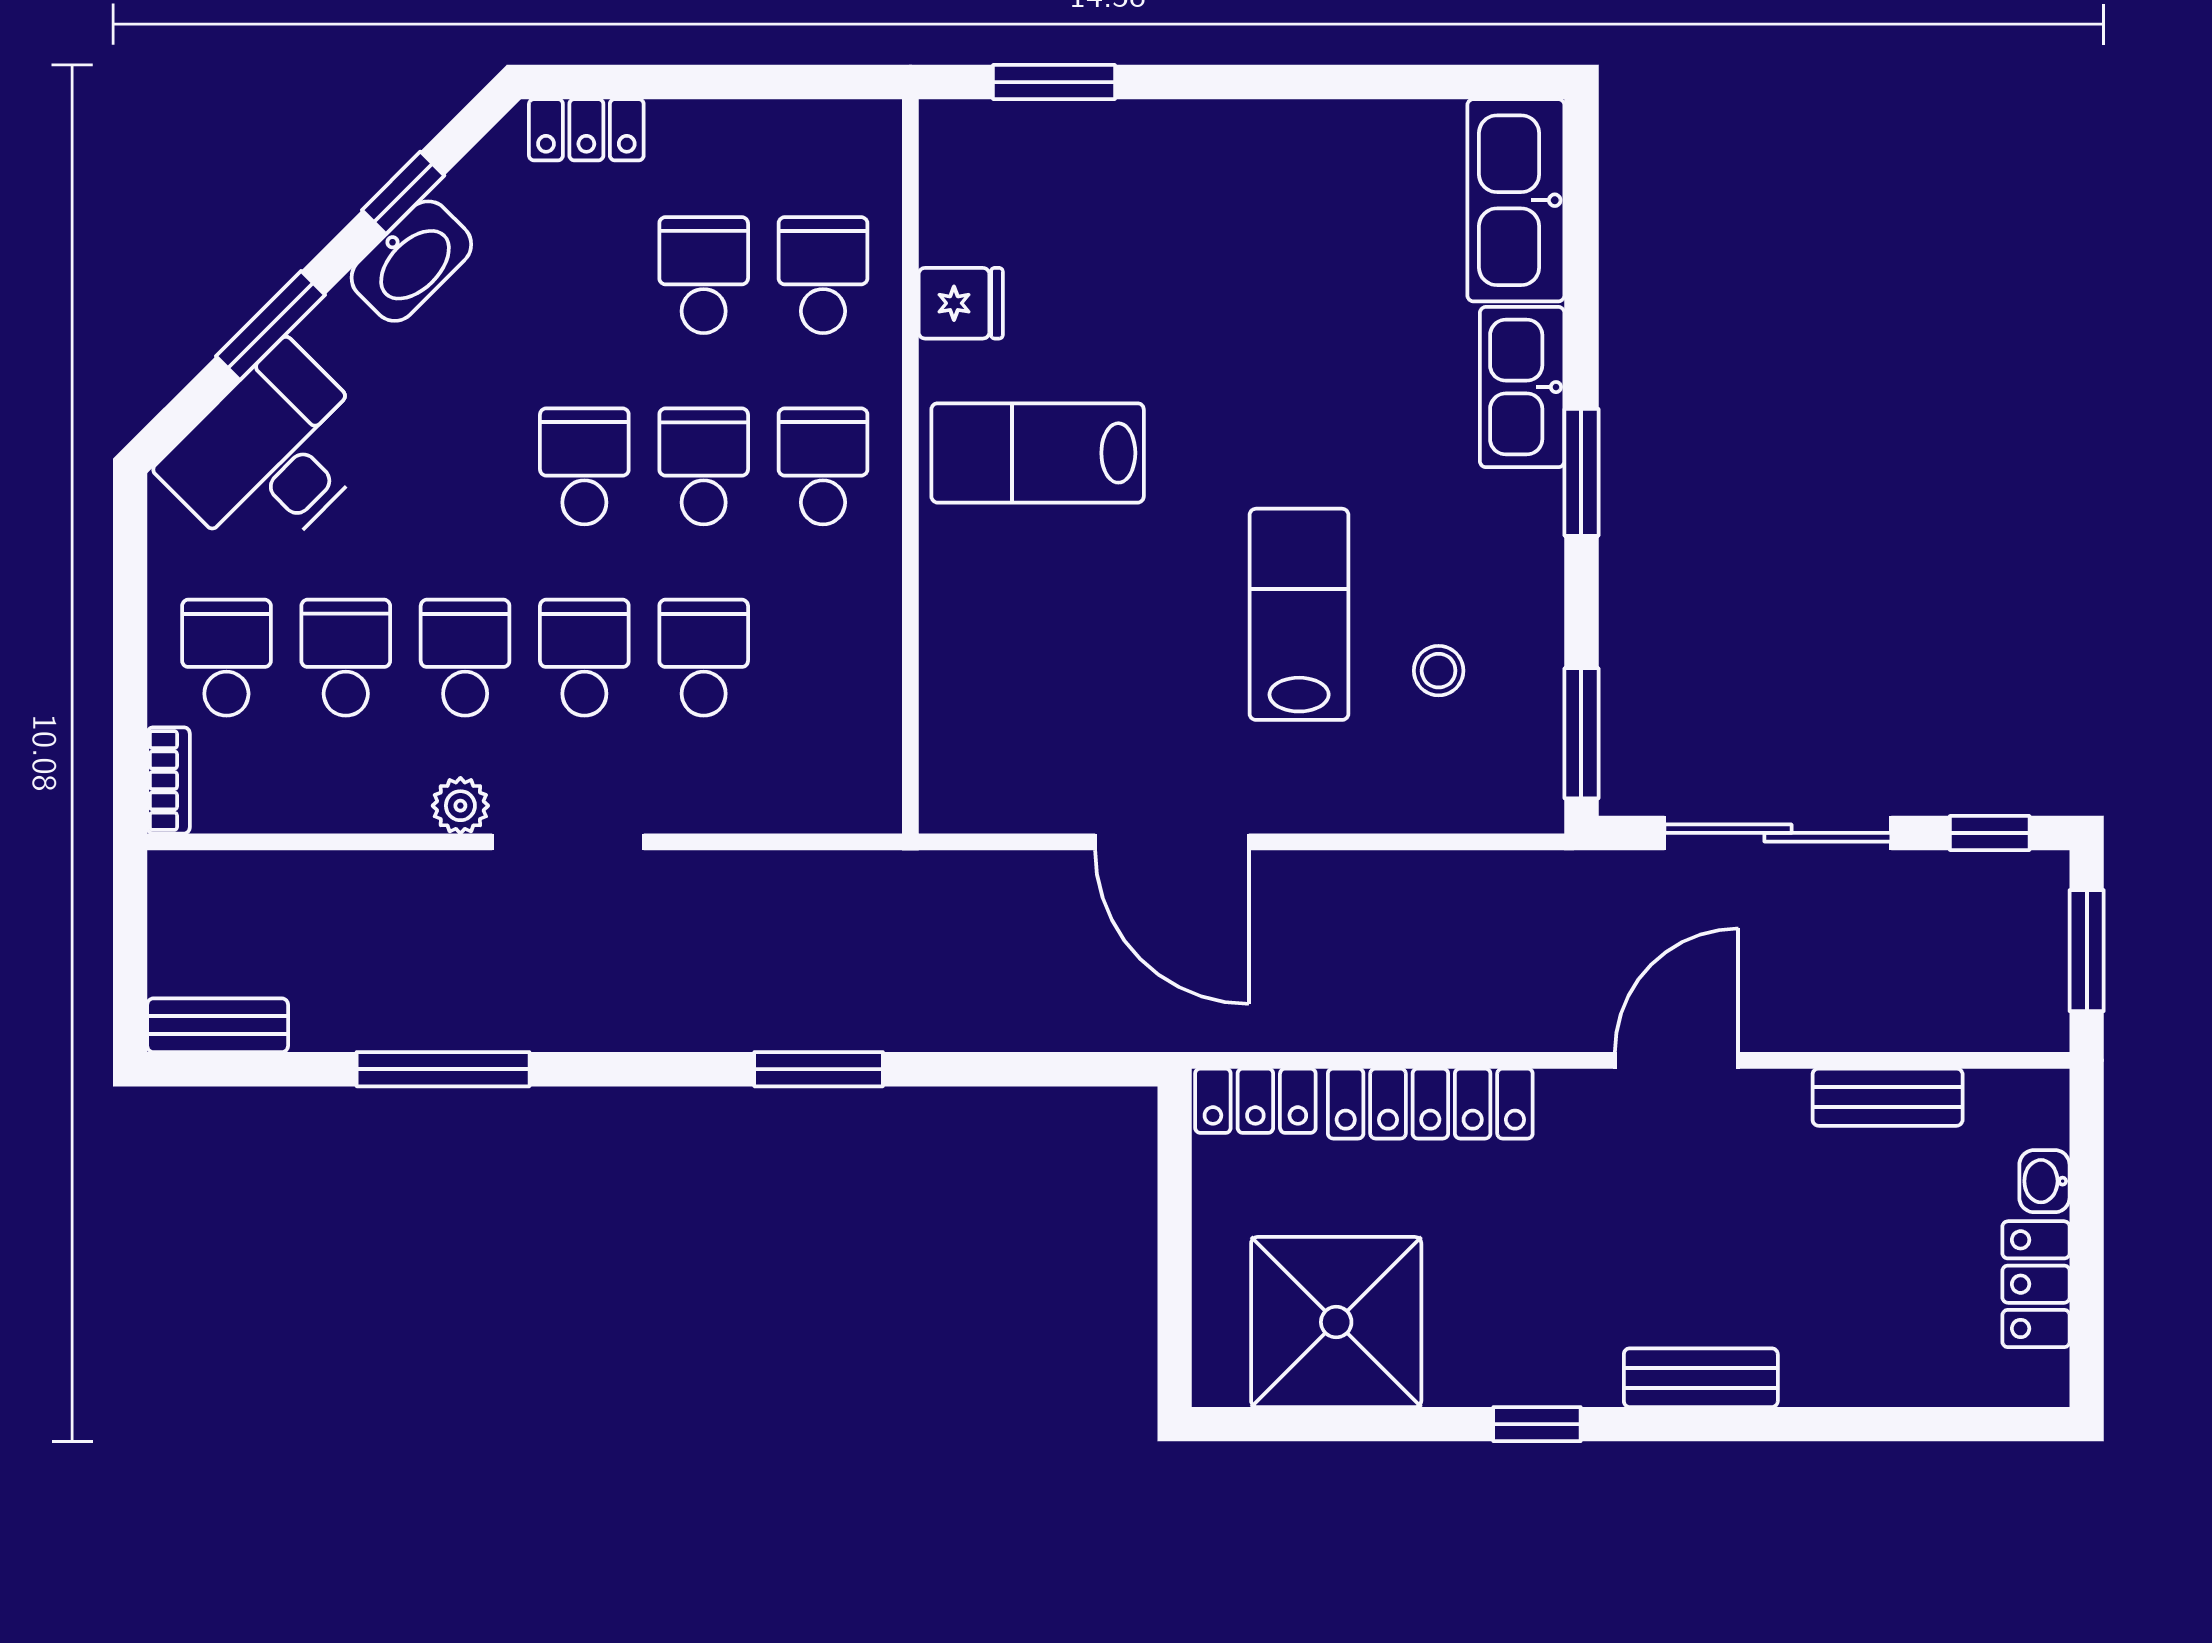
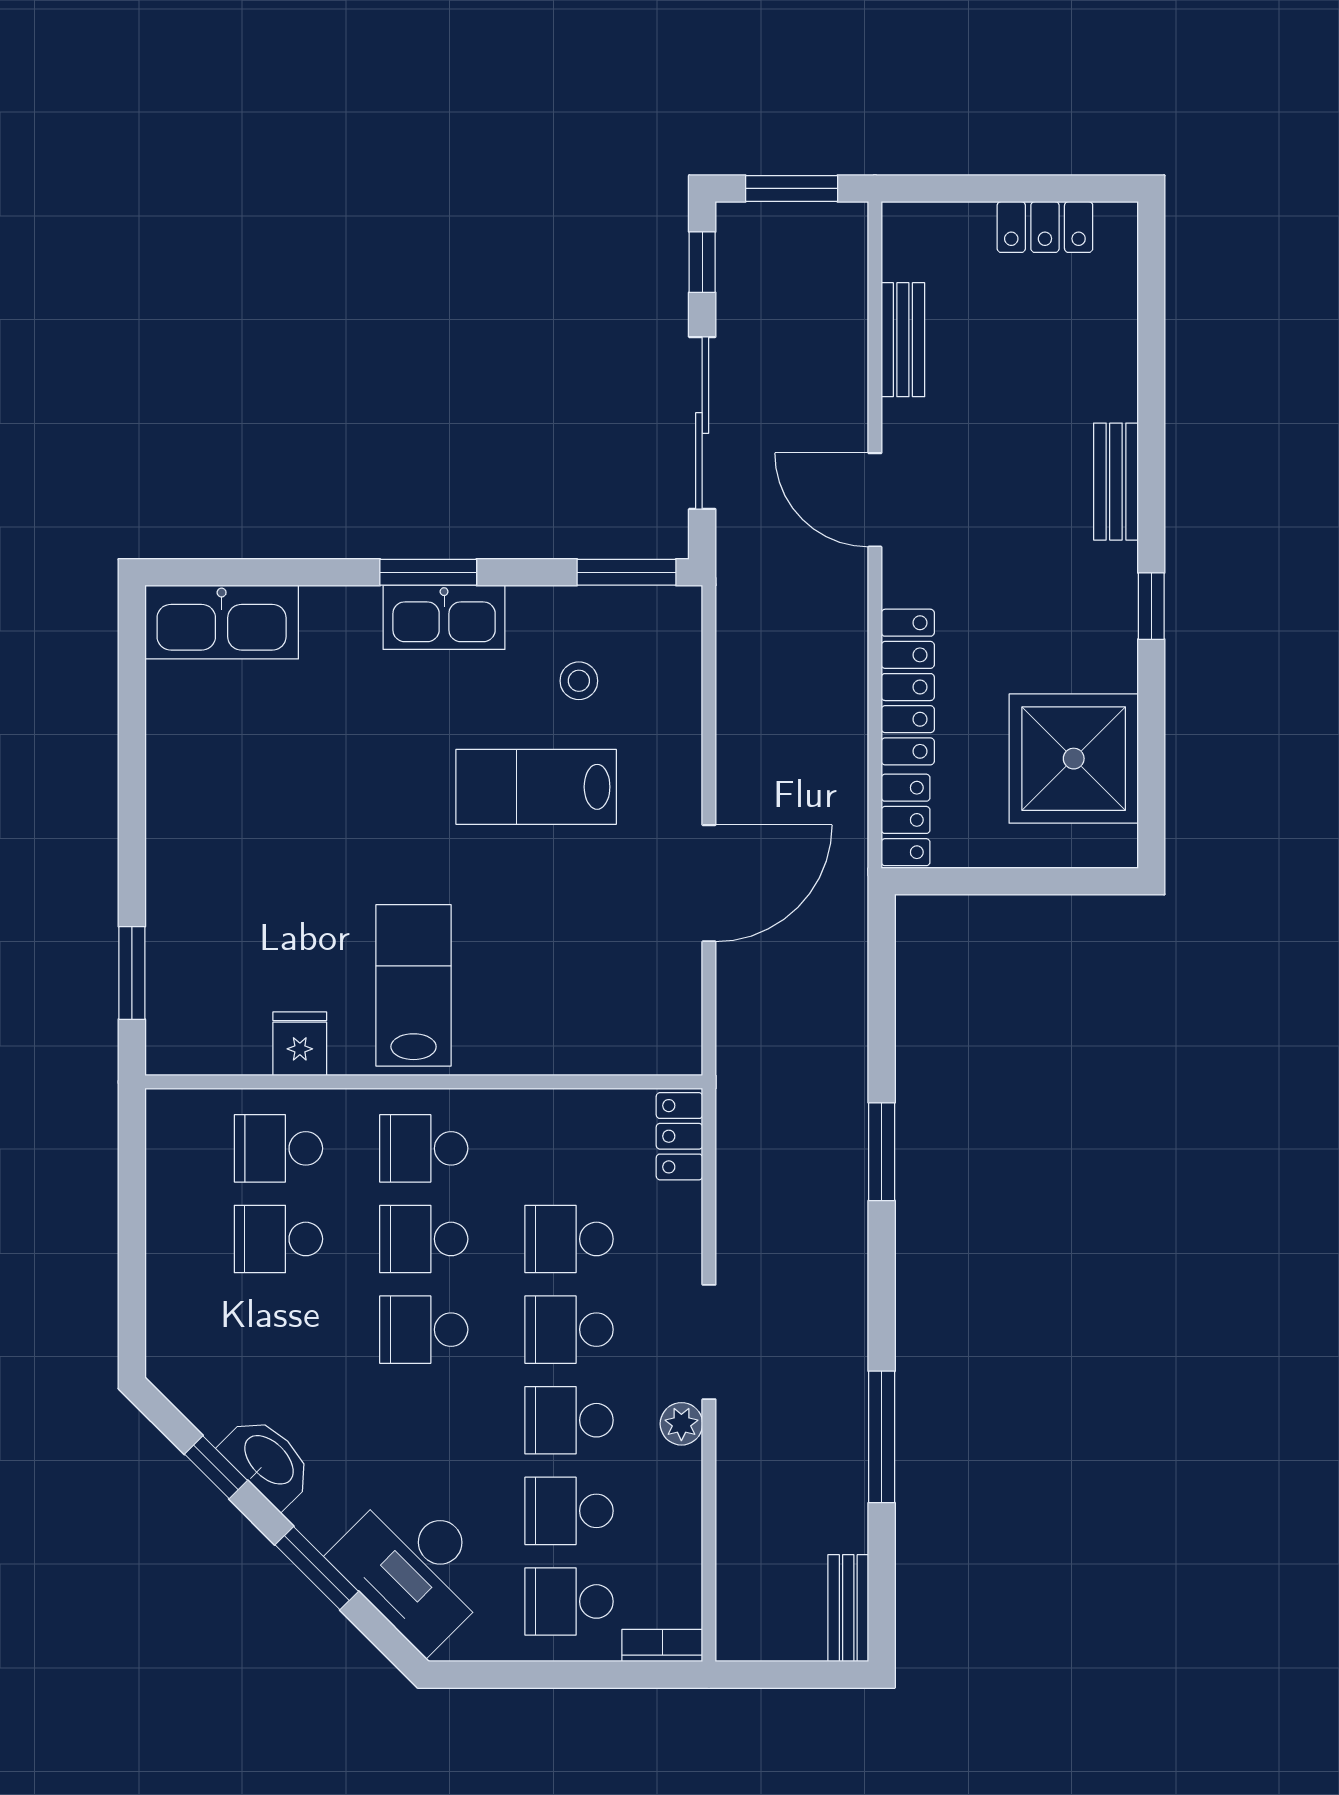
locker: (586, 130) -> (679, 1136), moved, turned 180
kitchen sink: (1522, 387) -> (444, 617), moved
lab bench: (1038, 453) -> (414, 985), turned 180
washbasin: (2044, 1181) -> (967, 221), removed

